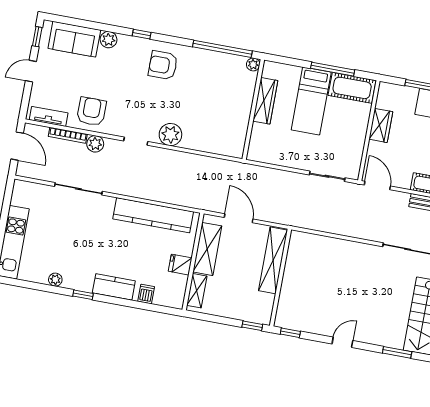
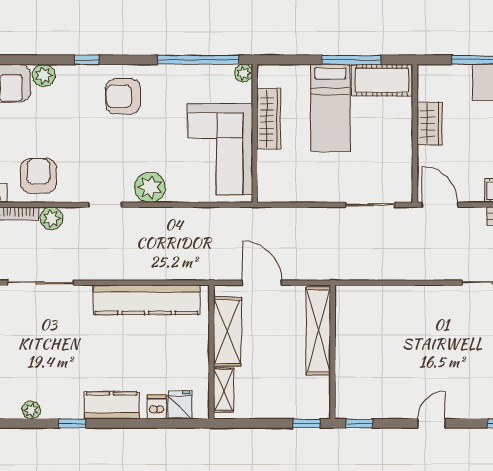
corner sofa: (226, 116) -> (220, 149), added
fridge: (180, 265) -> (180, 405), moved, turned 90

